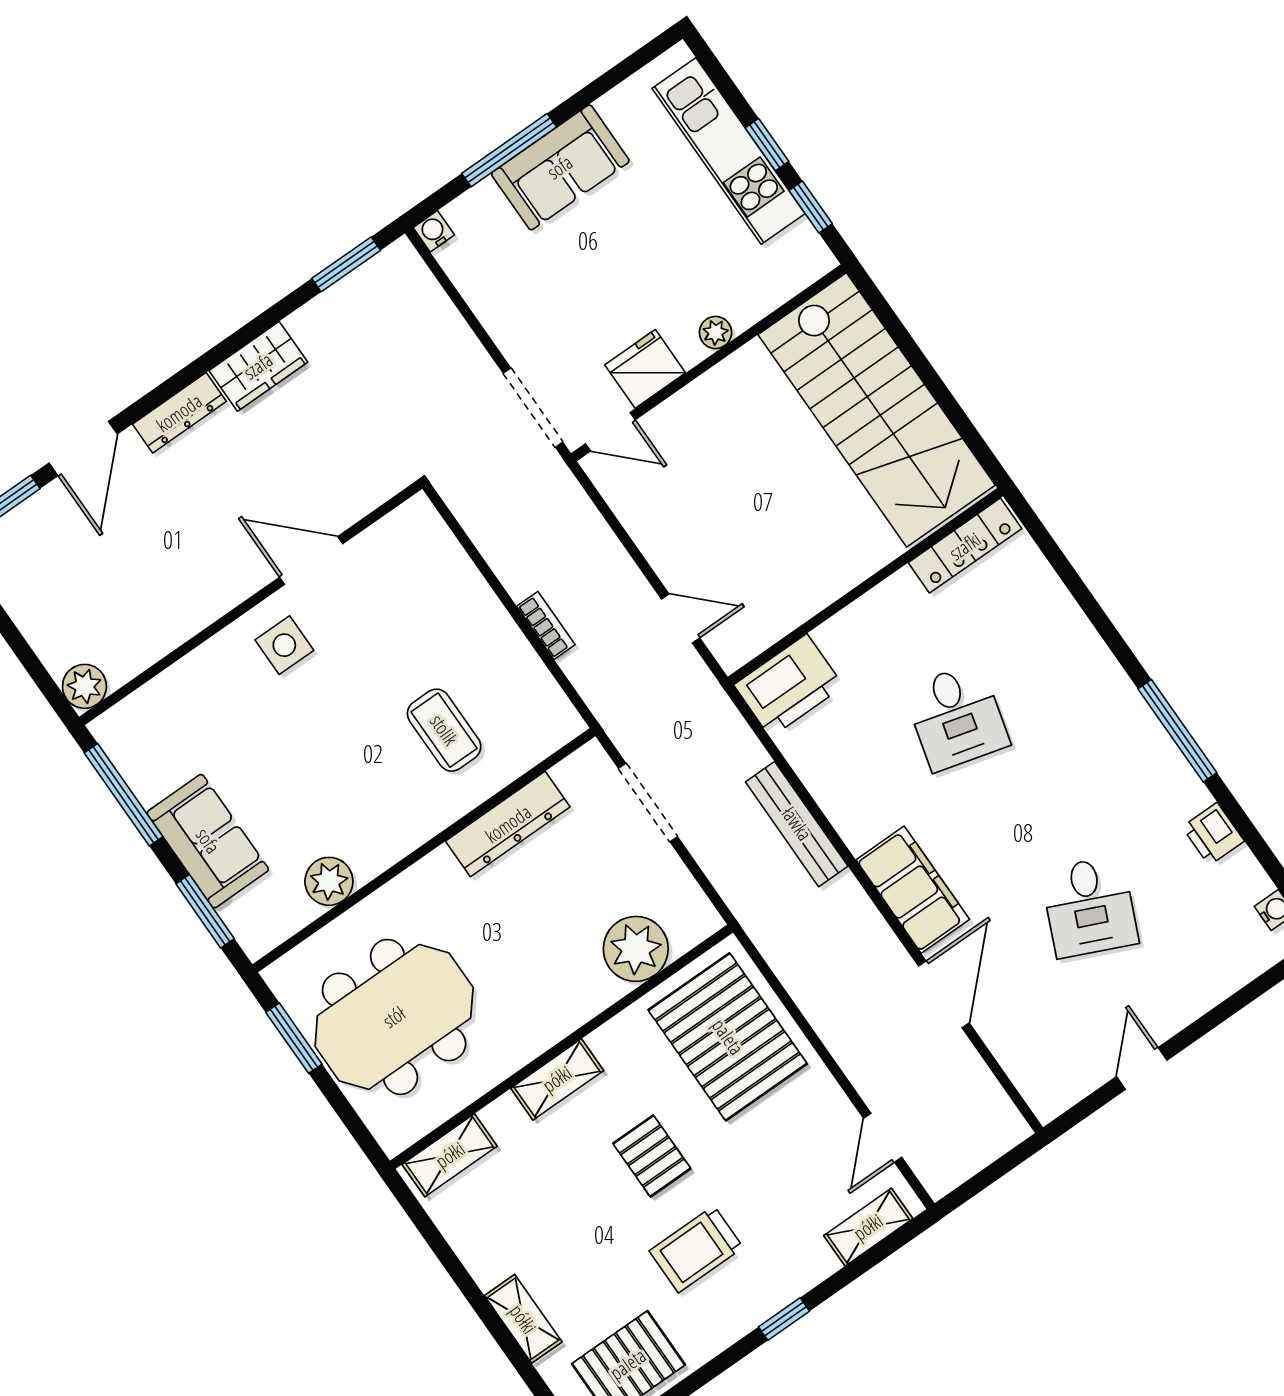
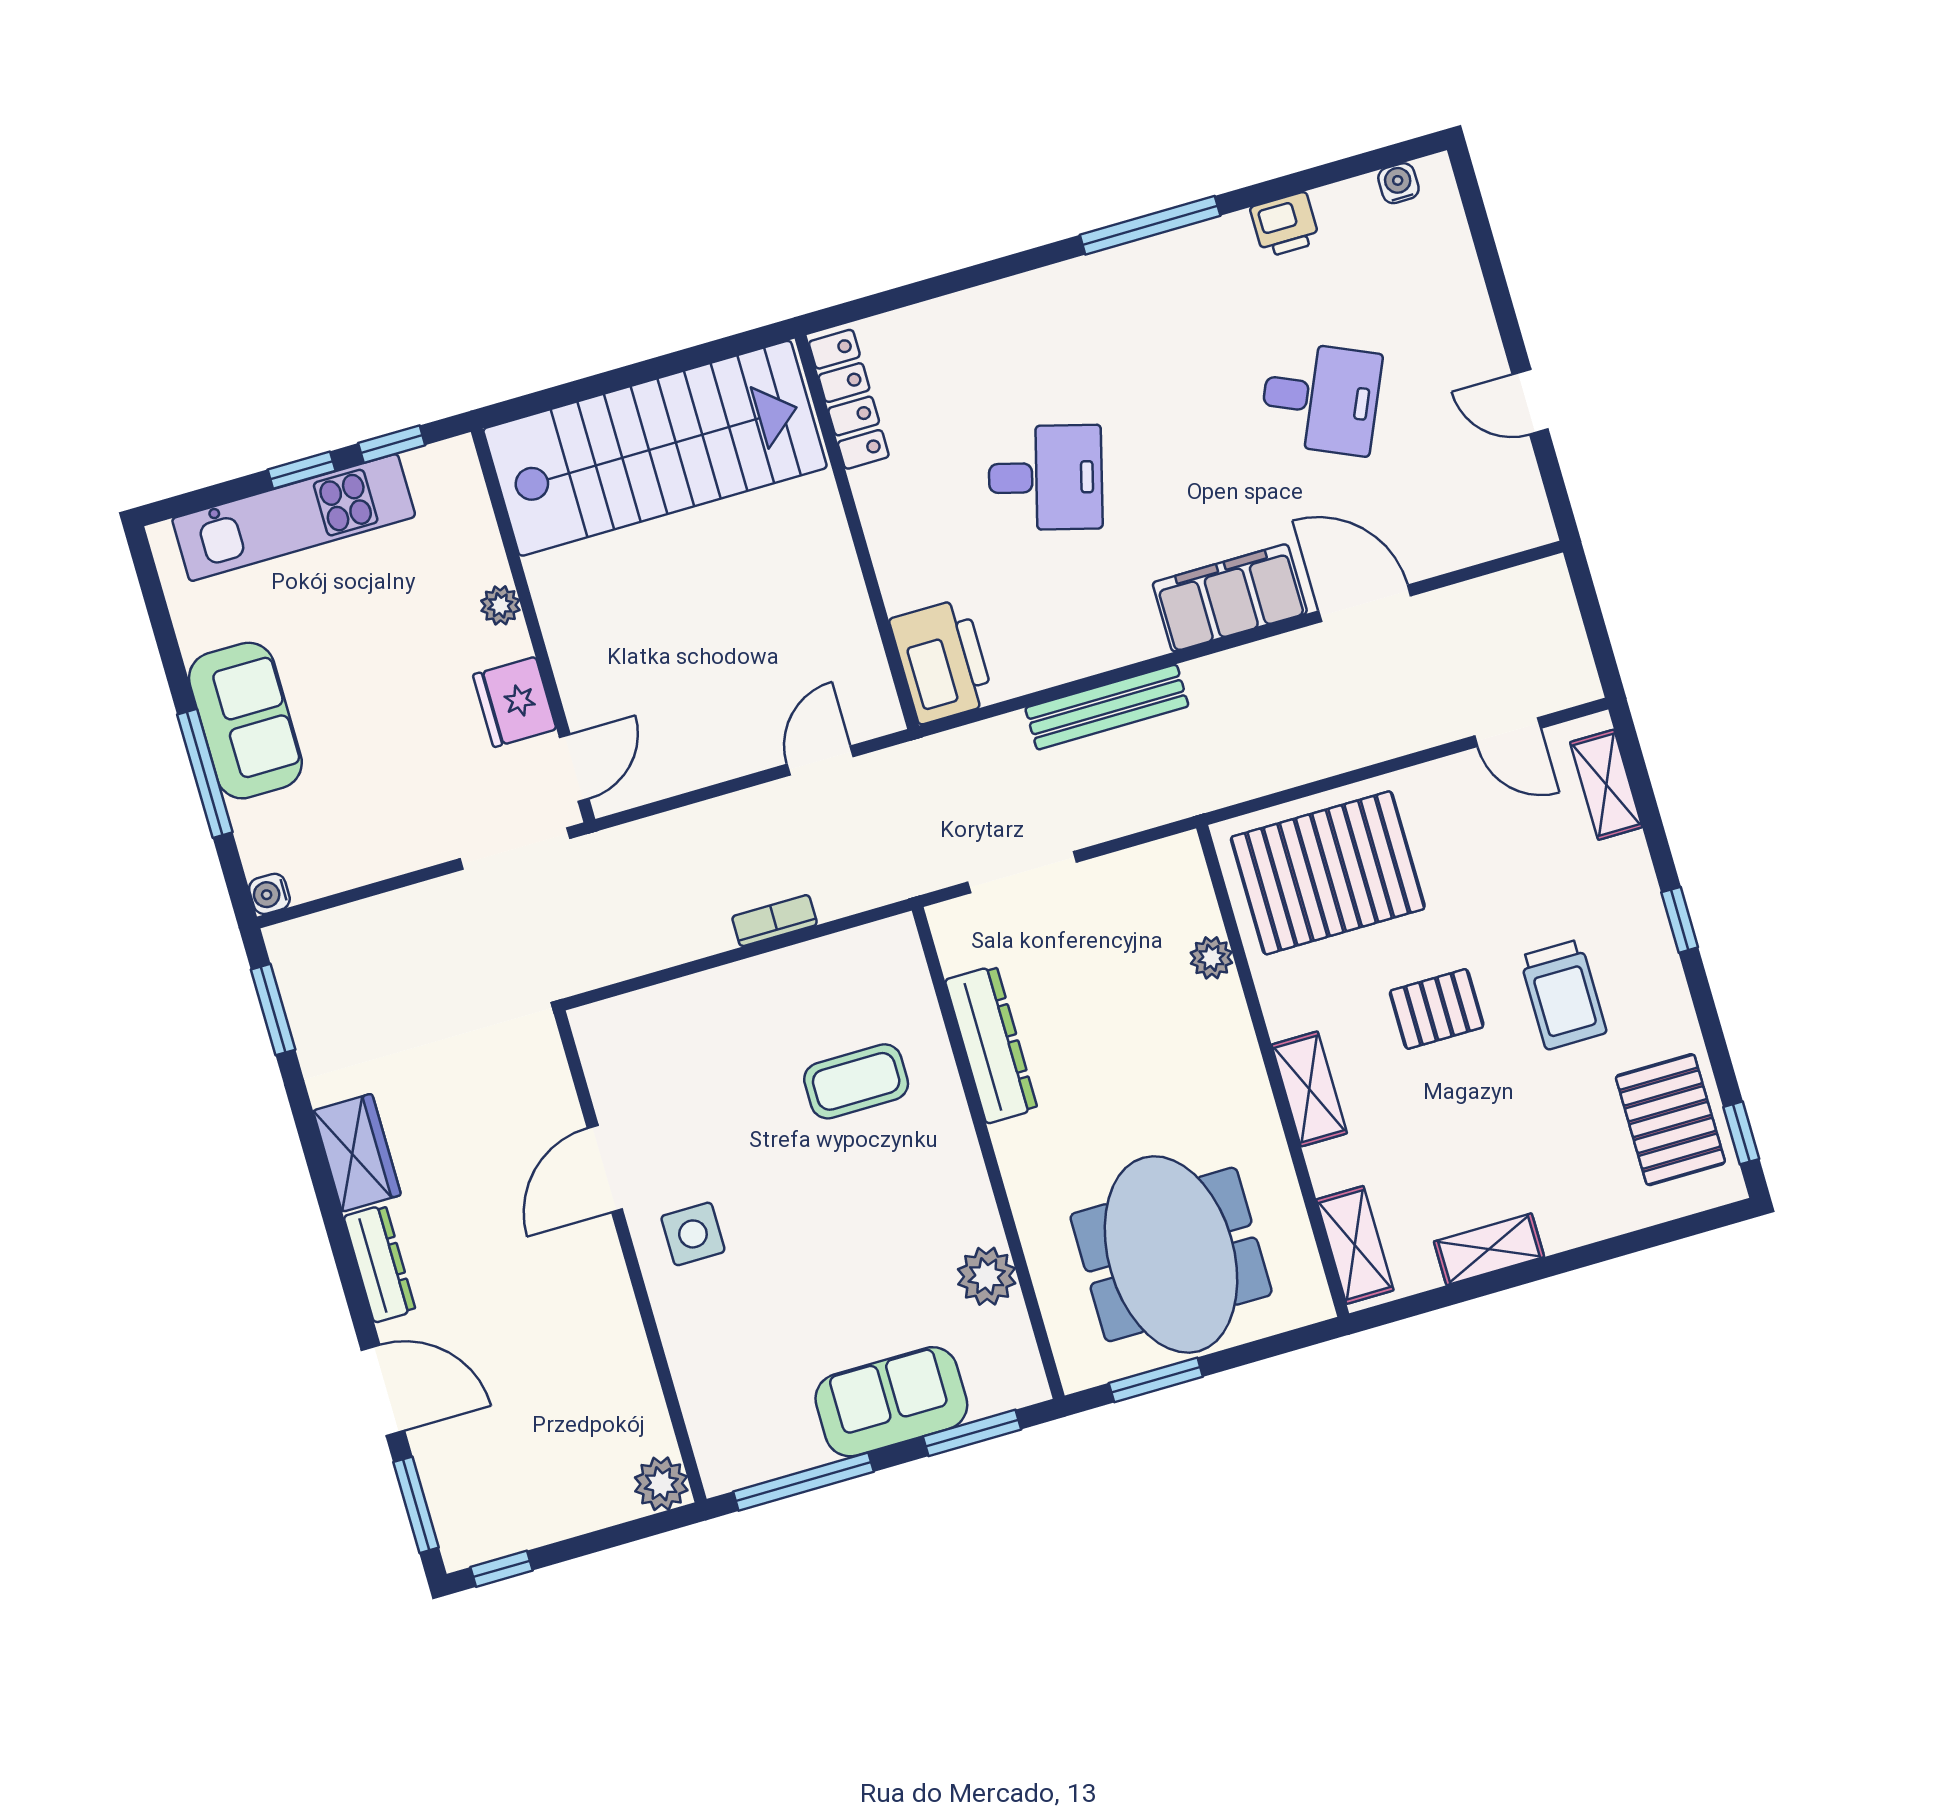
plant: (636, 949) -> (1211, 958), width x0.53, depth x0.53
shelving: (523, 1319) -> (1489, 1249), moved

